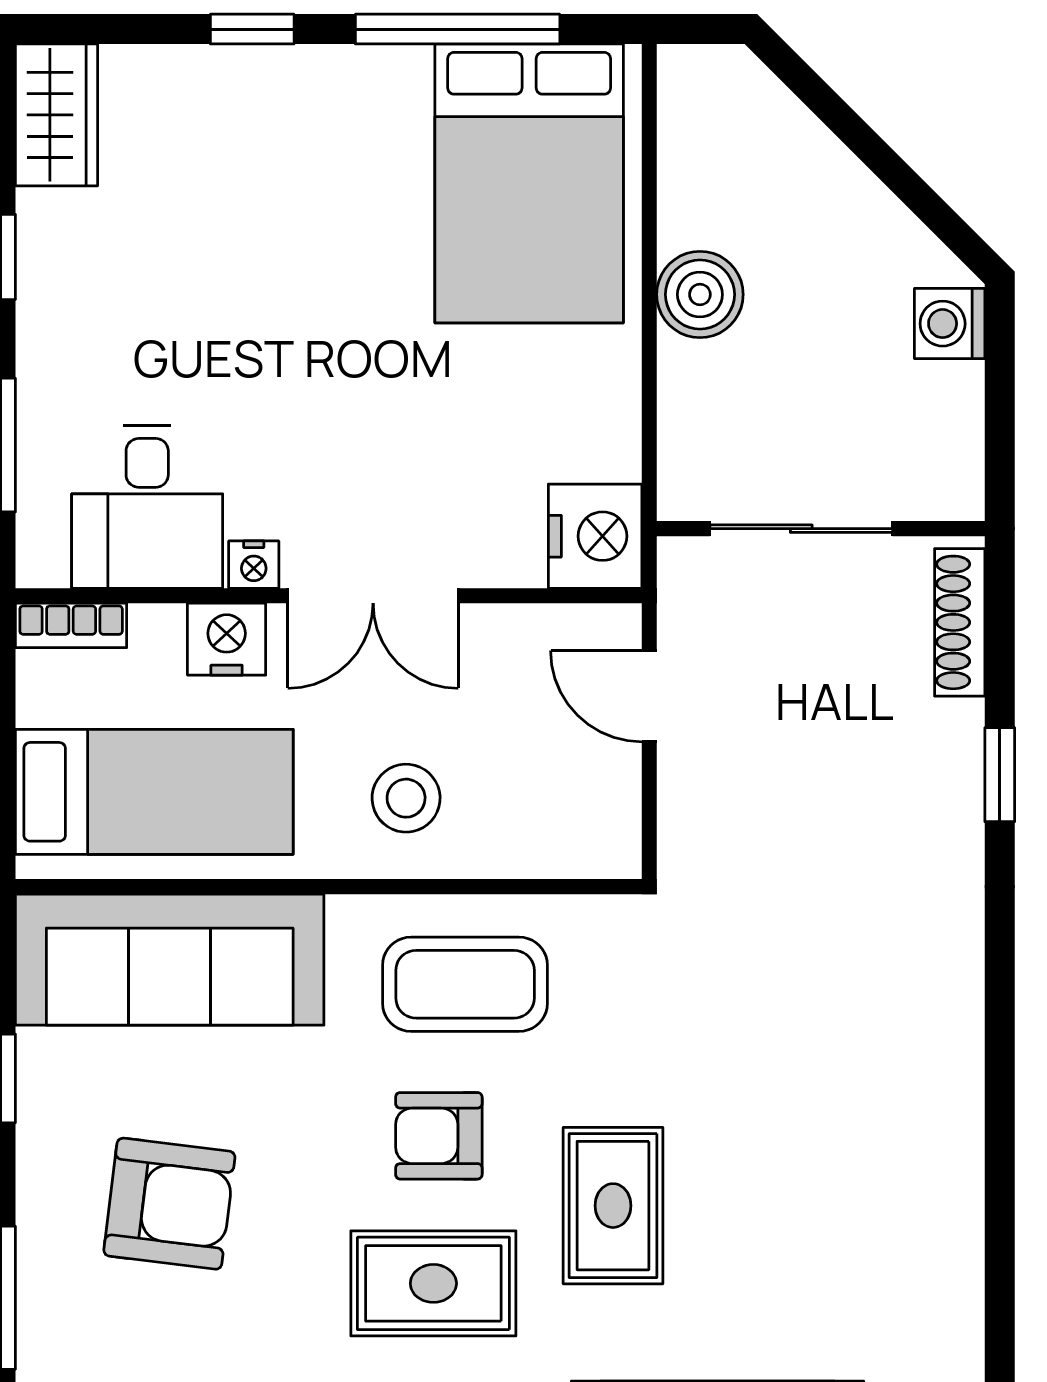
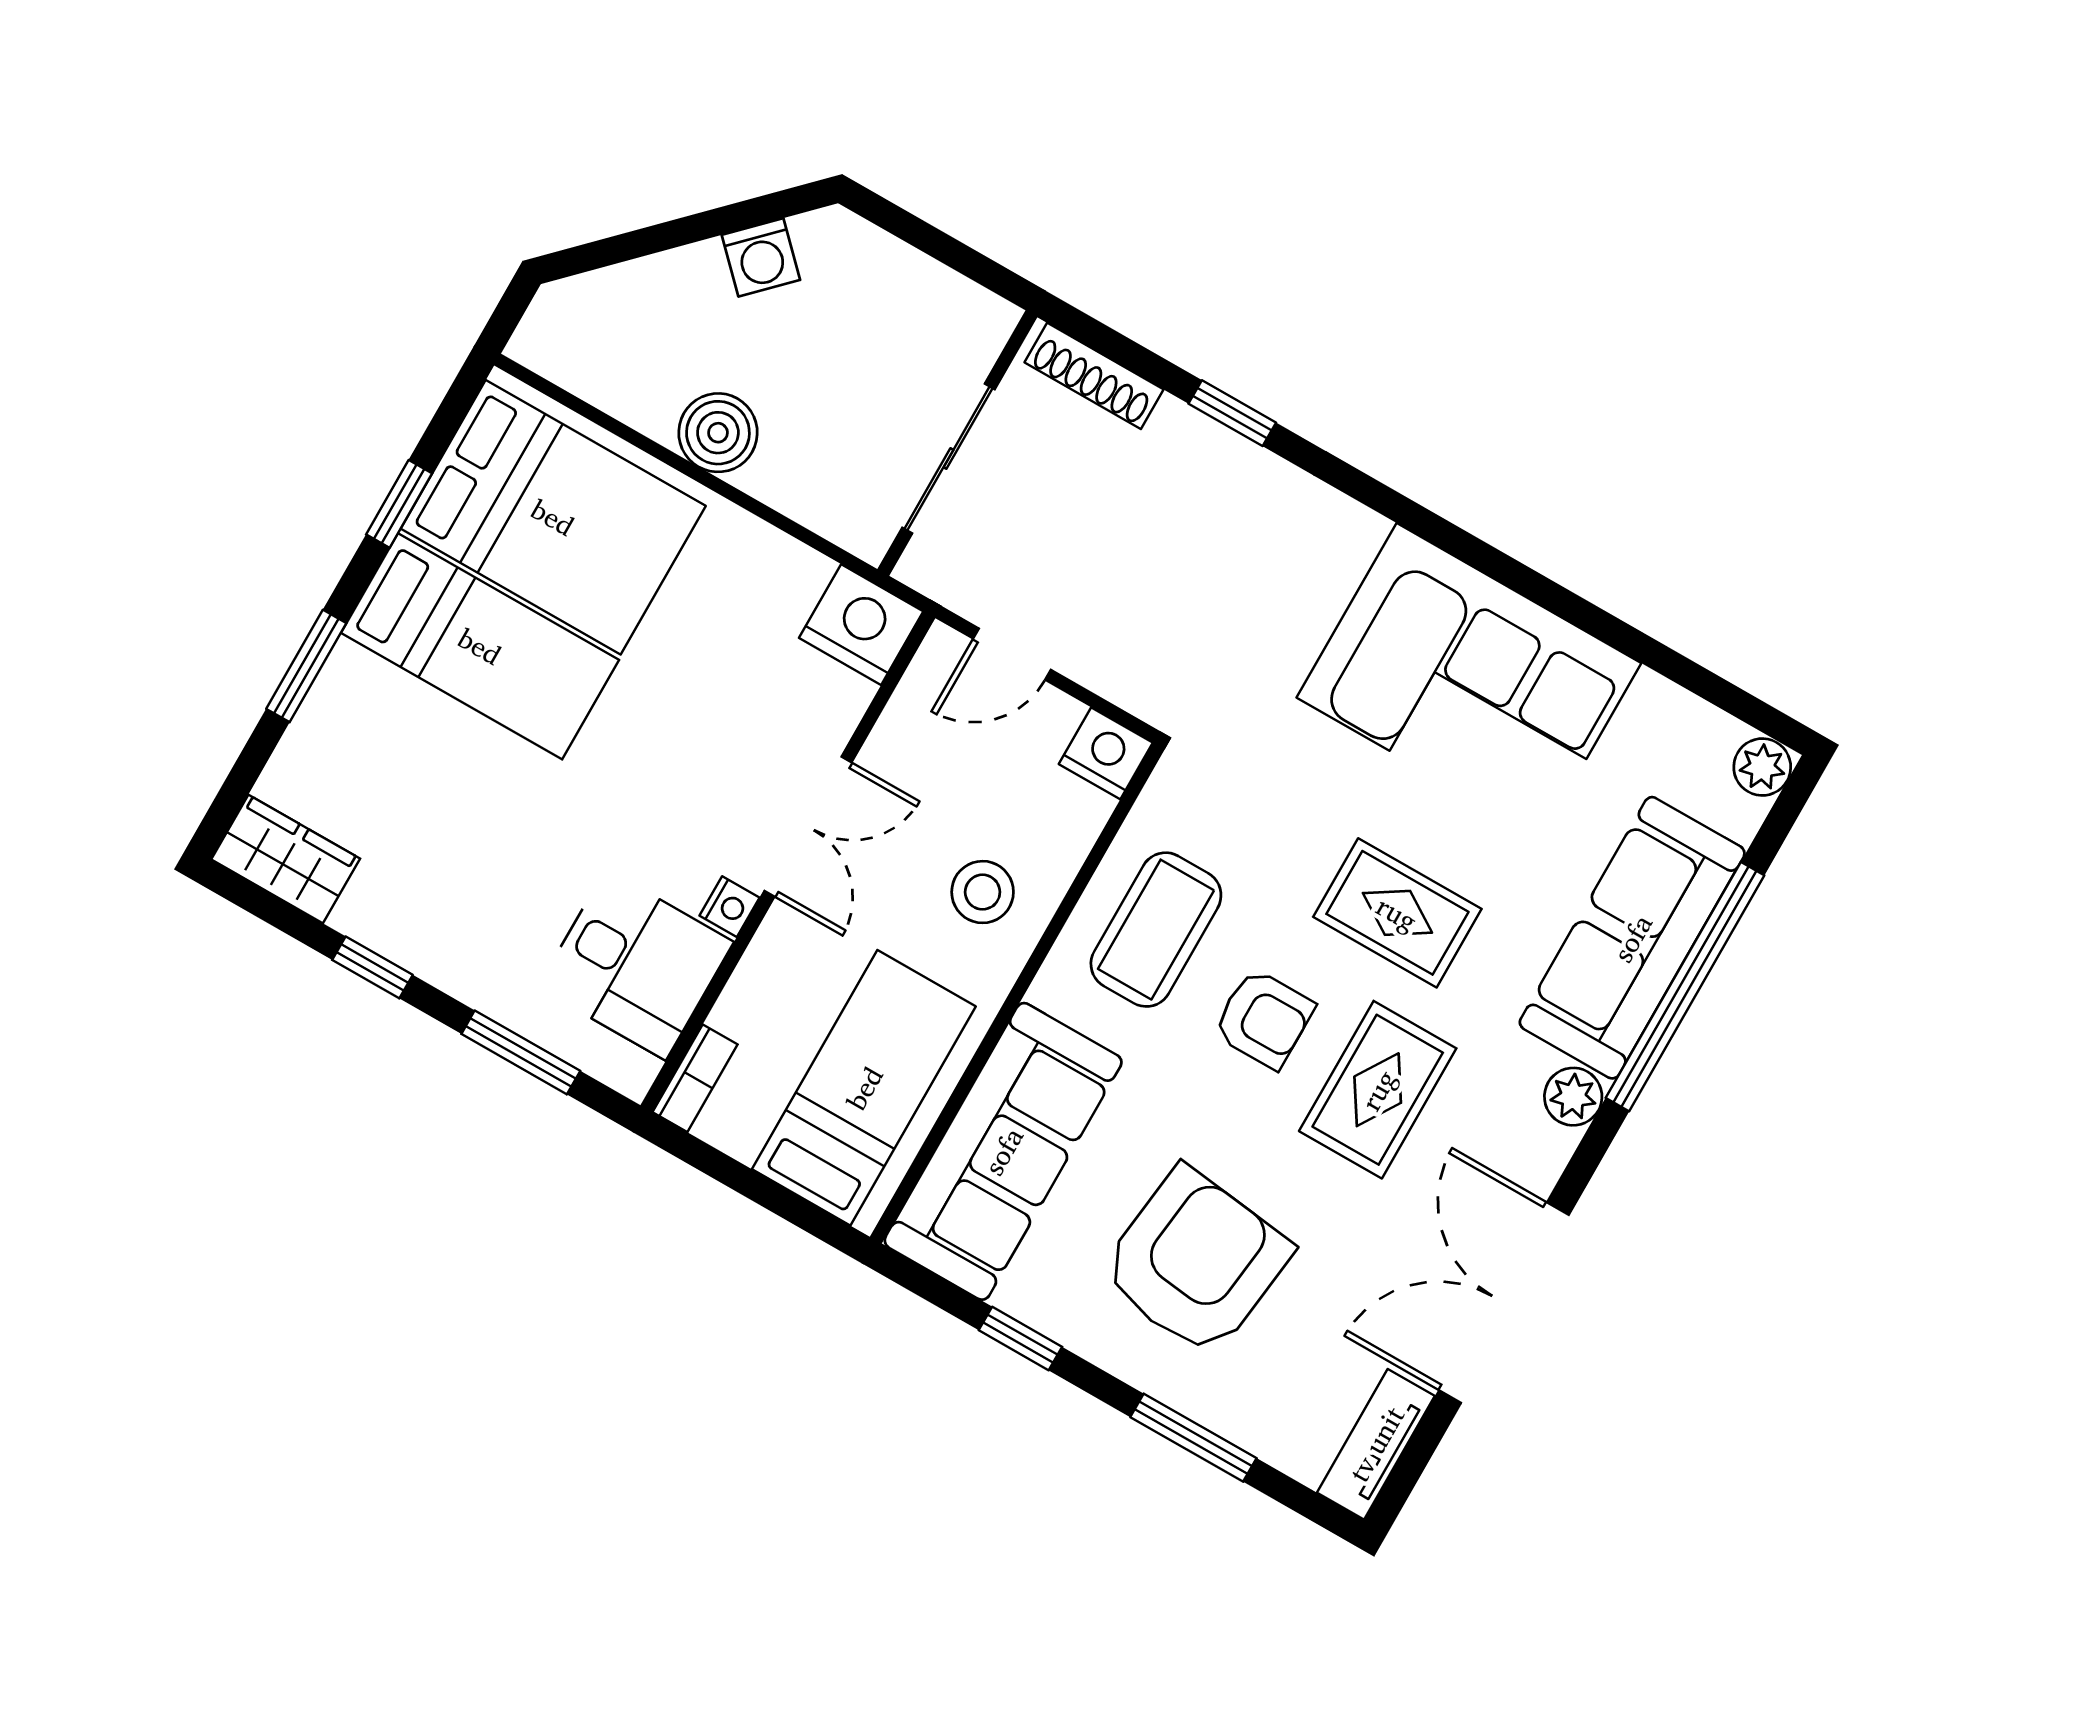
window: (252, 29) -> (306, 666), width x1.50
window: (458, 29) -> (399, 504), width x0.46
bed: (366, 184) -> (480, 646), added
washing machine: (950, 324) -> (761, 257), moved, turned -45
nightstand: (227, 639) -> (1106, 753), moved, turned 90
armchair: (439, 1136) -> (1264, 1019), turned -90
corner sofa: (874, 1147) -> (1469, 680), added
armchair: (169, 1204) -> (1195, 1262), width x1.36, depth x1.36

